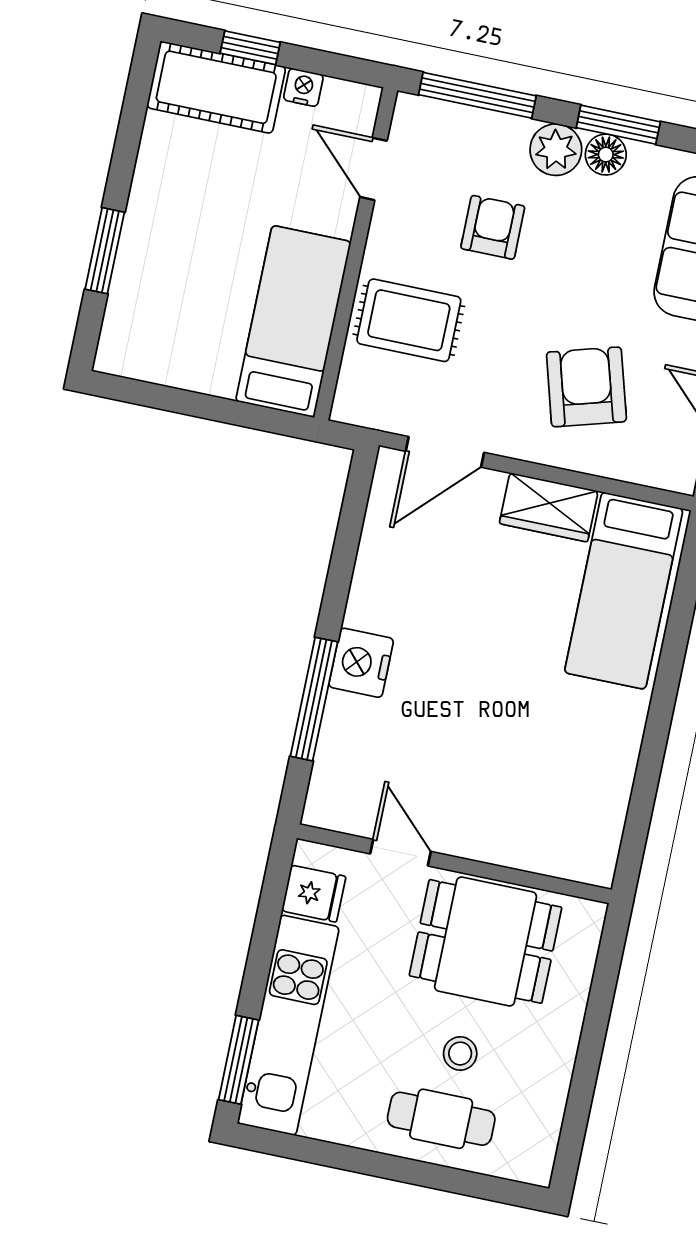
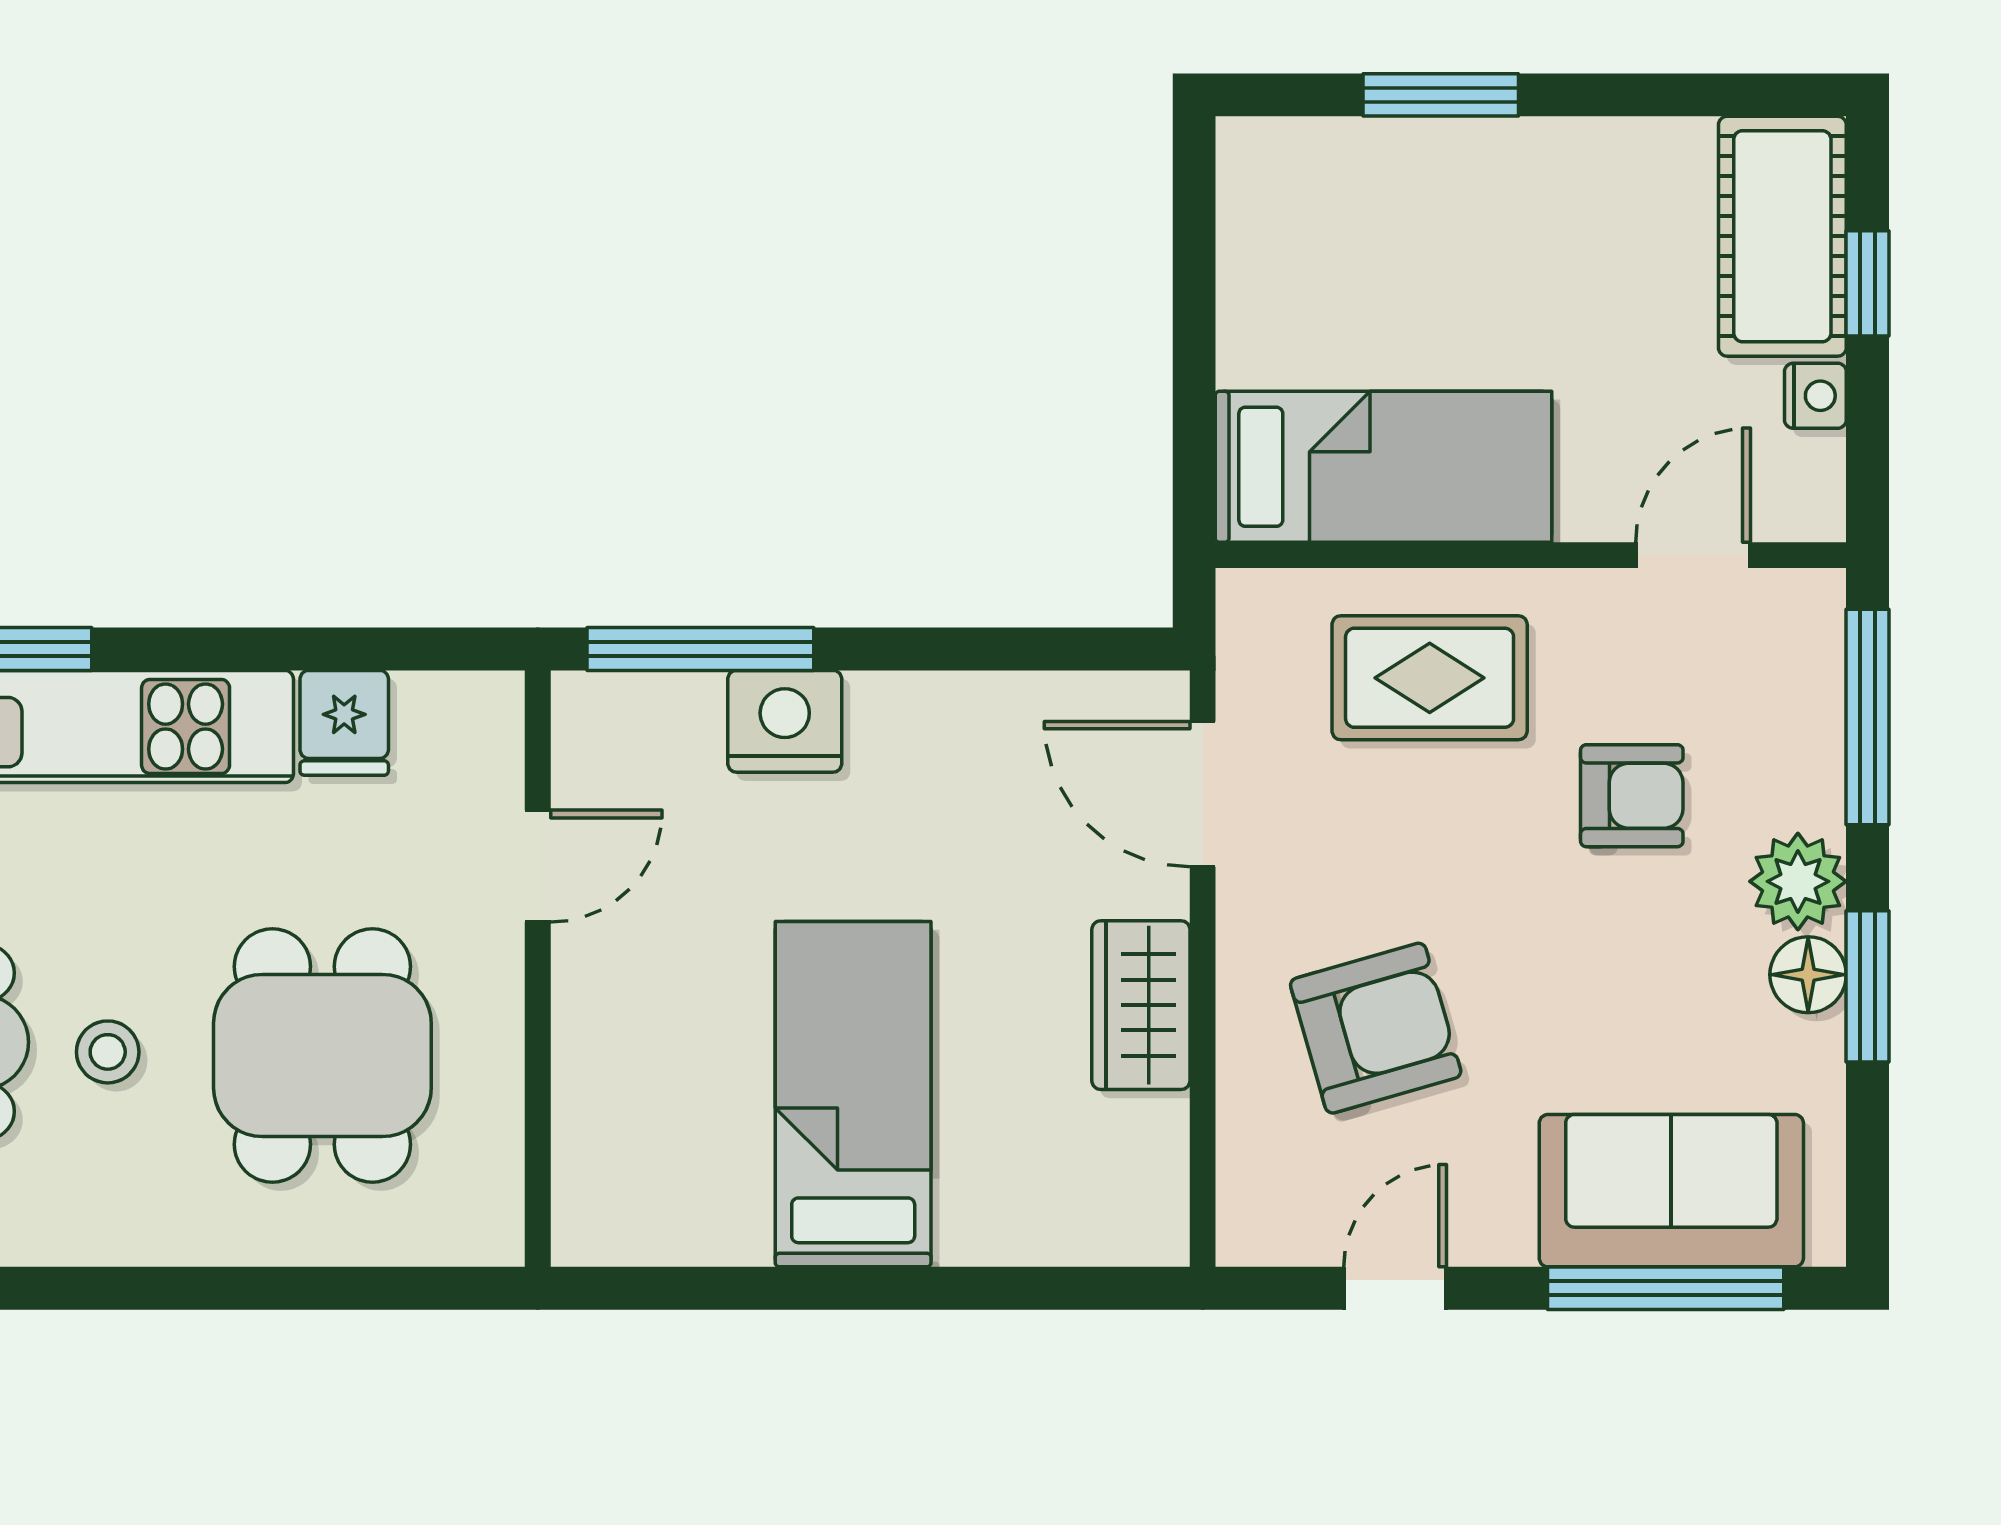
rug: (409, 320) -> (1430, 678), turned 90
bed: (624, 591) -> (853, 1094), moved, turned 90
door: (401, 853) -> (538, 866), moved
wall: (454, 864) -> (538, 969), moved

